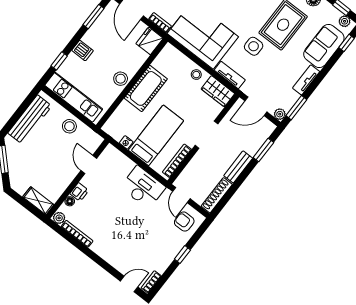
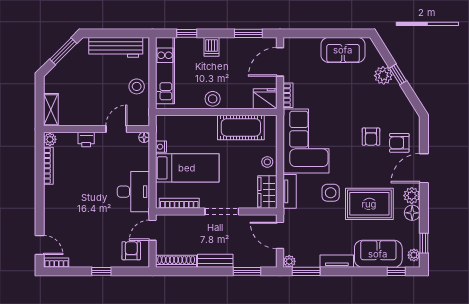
cot: (146, 88) -> (241, 127), moved
floor lamp: (70, 201) -> (144, 137), moved

